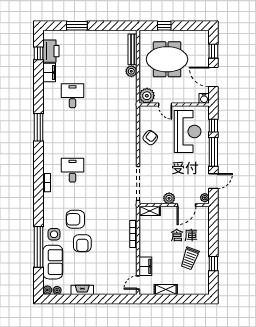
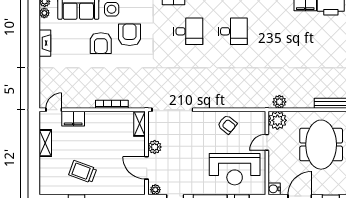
plant: (131, 71) -> (279, 102), moved
desk: (72, 96) -> (233, 31), moved
armchair: (82, 243) -> (101, 43), turned -90
door: (138, 283) -> (54, 110), hinge flipped

